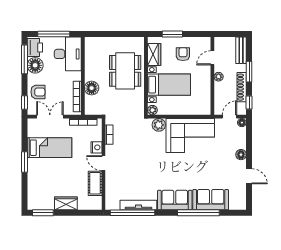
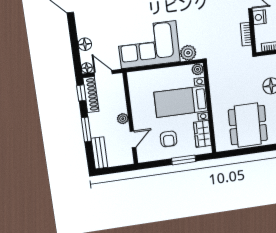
dining table: (125, 71) -> (248, 125), moved
shoe rack: (242, 87) -> (91, 95), moved
door: (229, 117) -> (103, 73), swing flipped
floor lamp: (241, 155) -> (85, 44), moved

